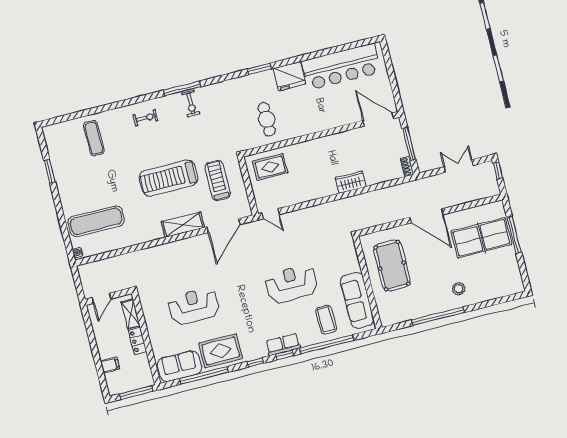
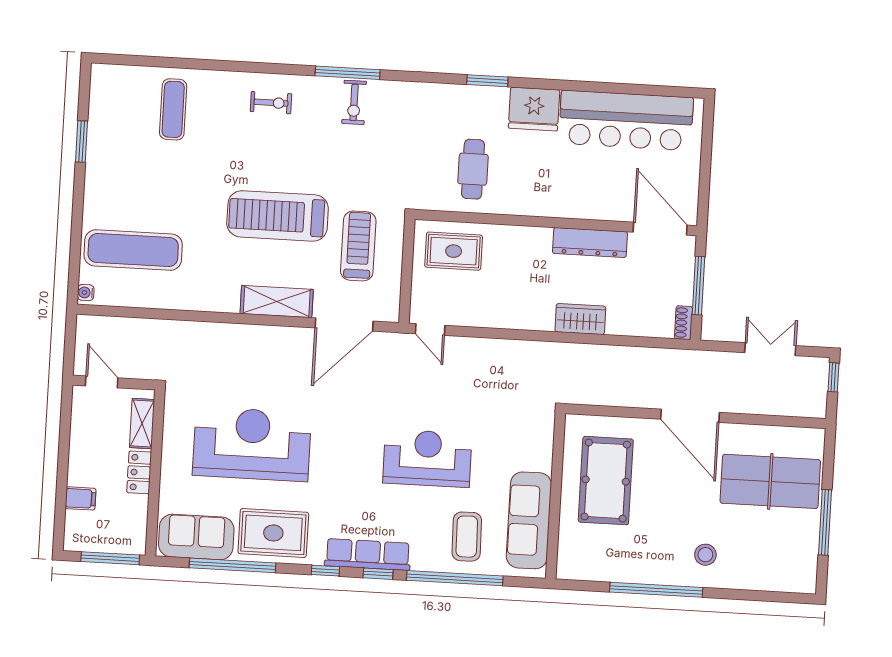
dresser: (343, 139) -> (590, 242), added
window: (514, 235) -> (825, 522), moved
door: (102, 298) -> (102, 382), swing flipped
reception desk: (194, 306) -> (252, 444), width x1.36, depth x1.30
row of seats: (283, 344) -> (368, 555), width x1.48

